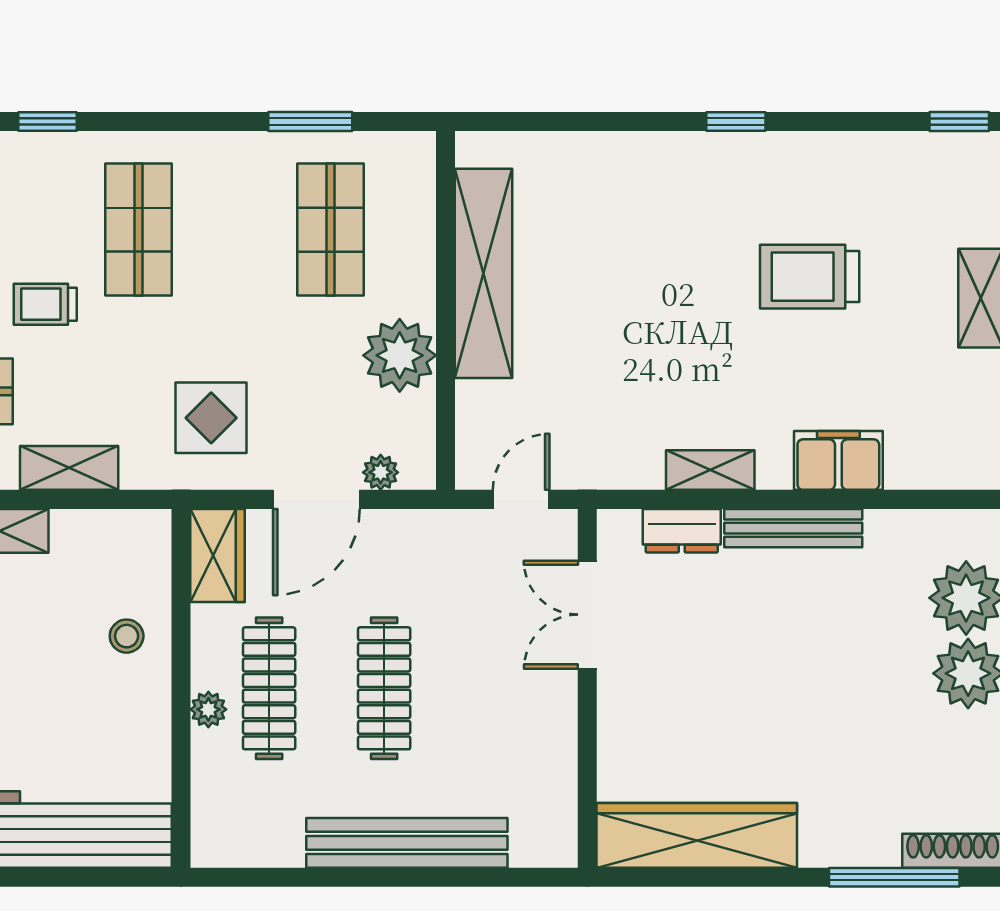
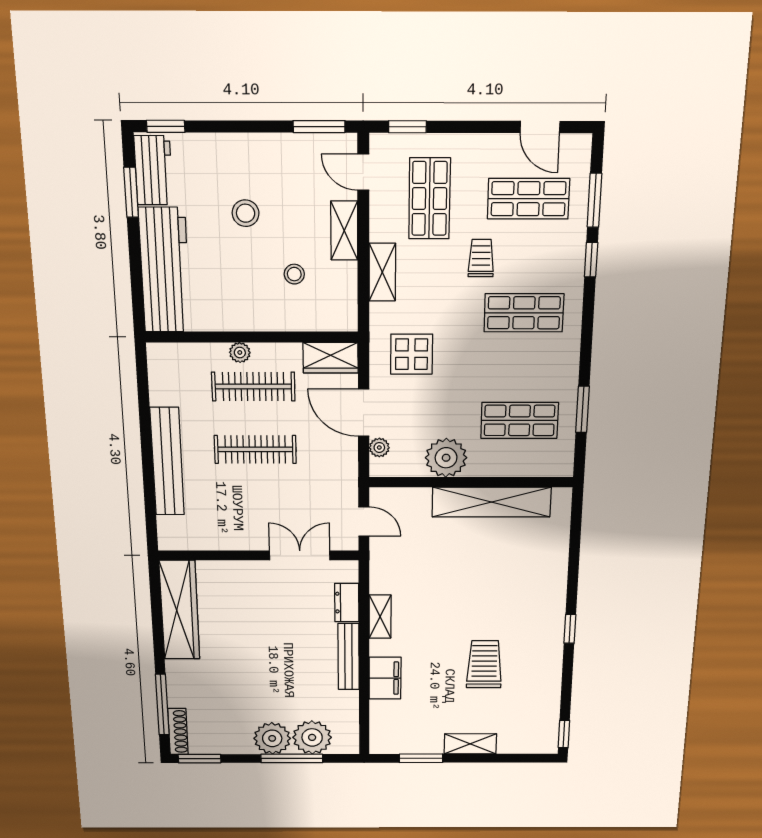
stool: (127, 636) -> (294, 274), moved

